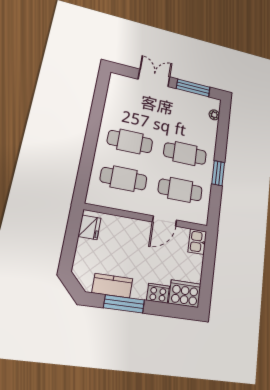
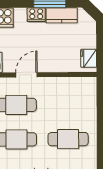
cafe table: (124, 179) -> (68, 105), removed
cooker: (158, 293) -> (36, 15), moved

